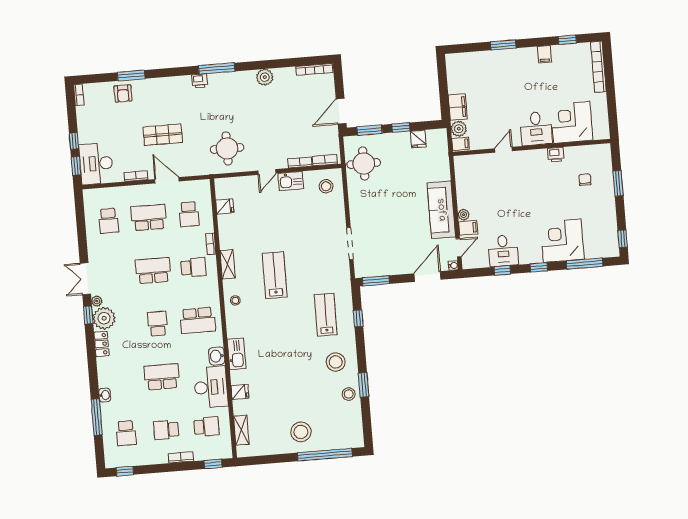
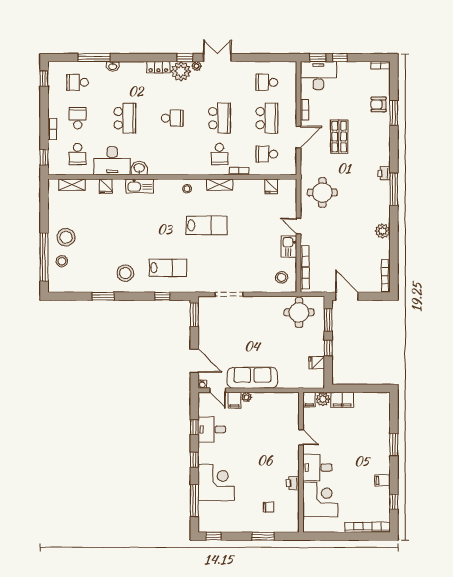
school desk: (198, 320) -> (172, 154), removed
stool: (349, 394) -> (62, 261), moved

